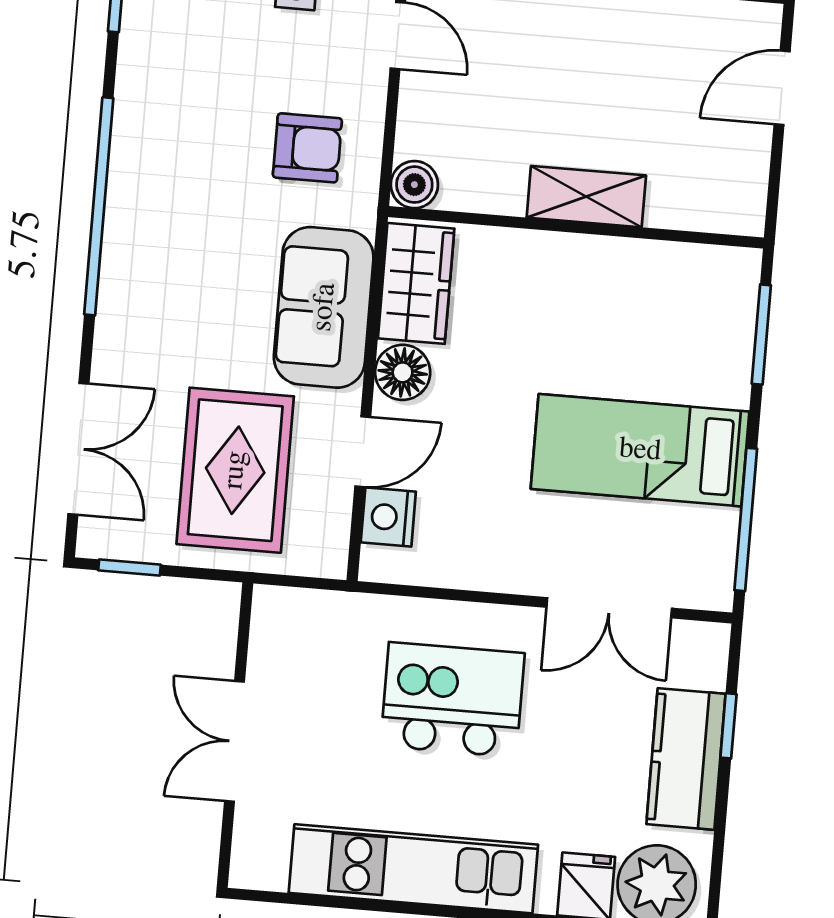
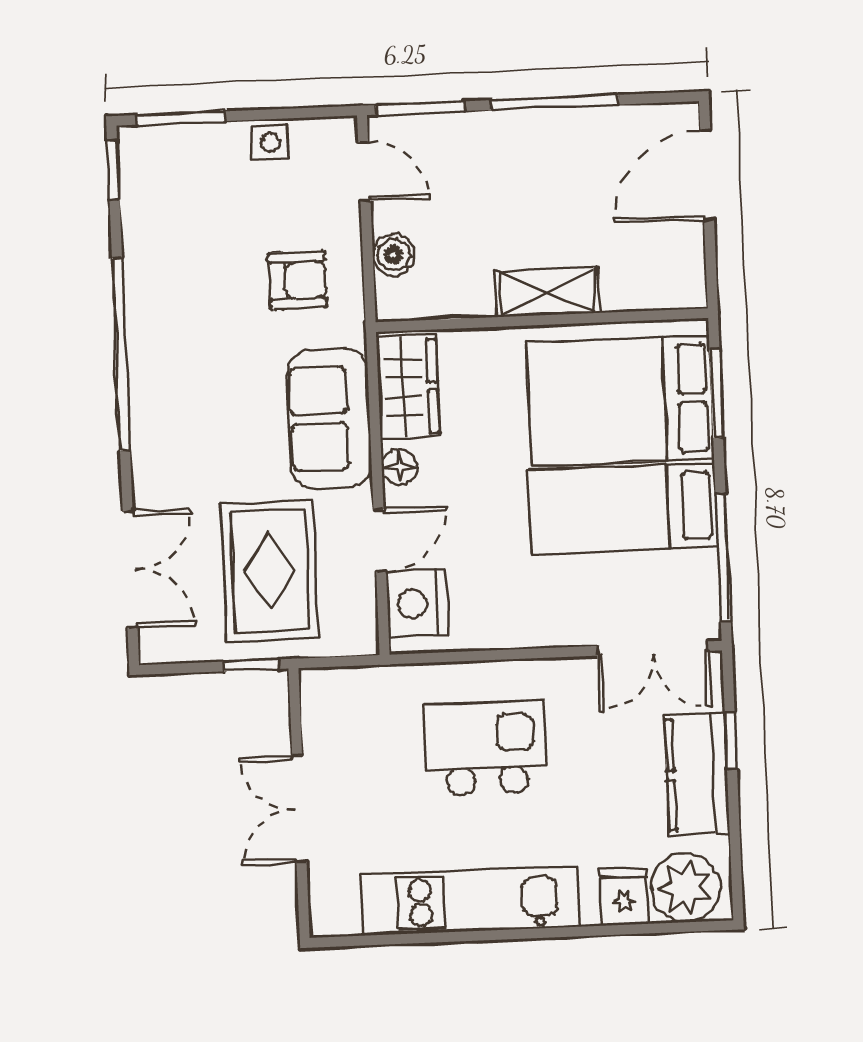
door: (782, 88) -> (707, 175), width x1.38
boiler: (414, 185) -> (393, 255), moved
bed: (652, 329) -> (620, 401), added
floor lamp: (403, 372) -> (399, 467), width x0.73, depth x0.73
nightstand: (388, 517) -> (417, 604), width x1.36, depth x1.33
window: (129, 567) -> (251, 665), moved
double door: (609, 608) -> (653, 648), moved

